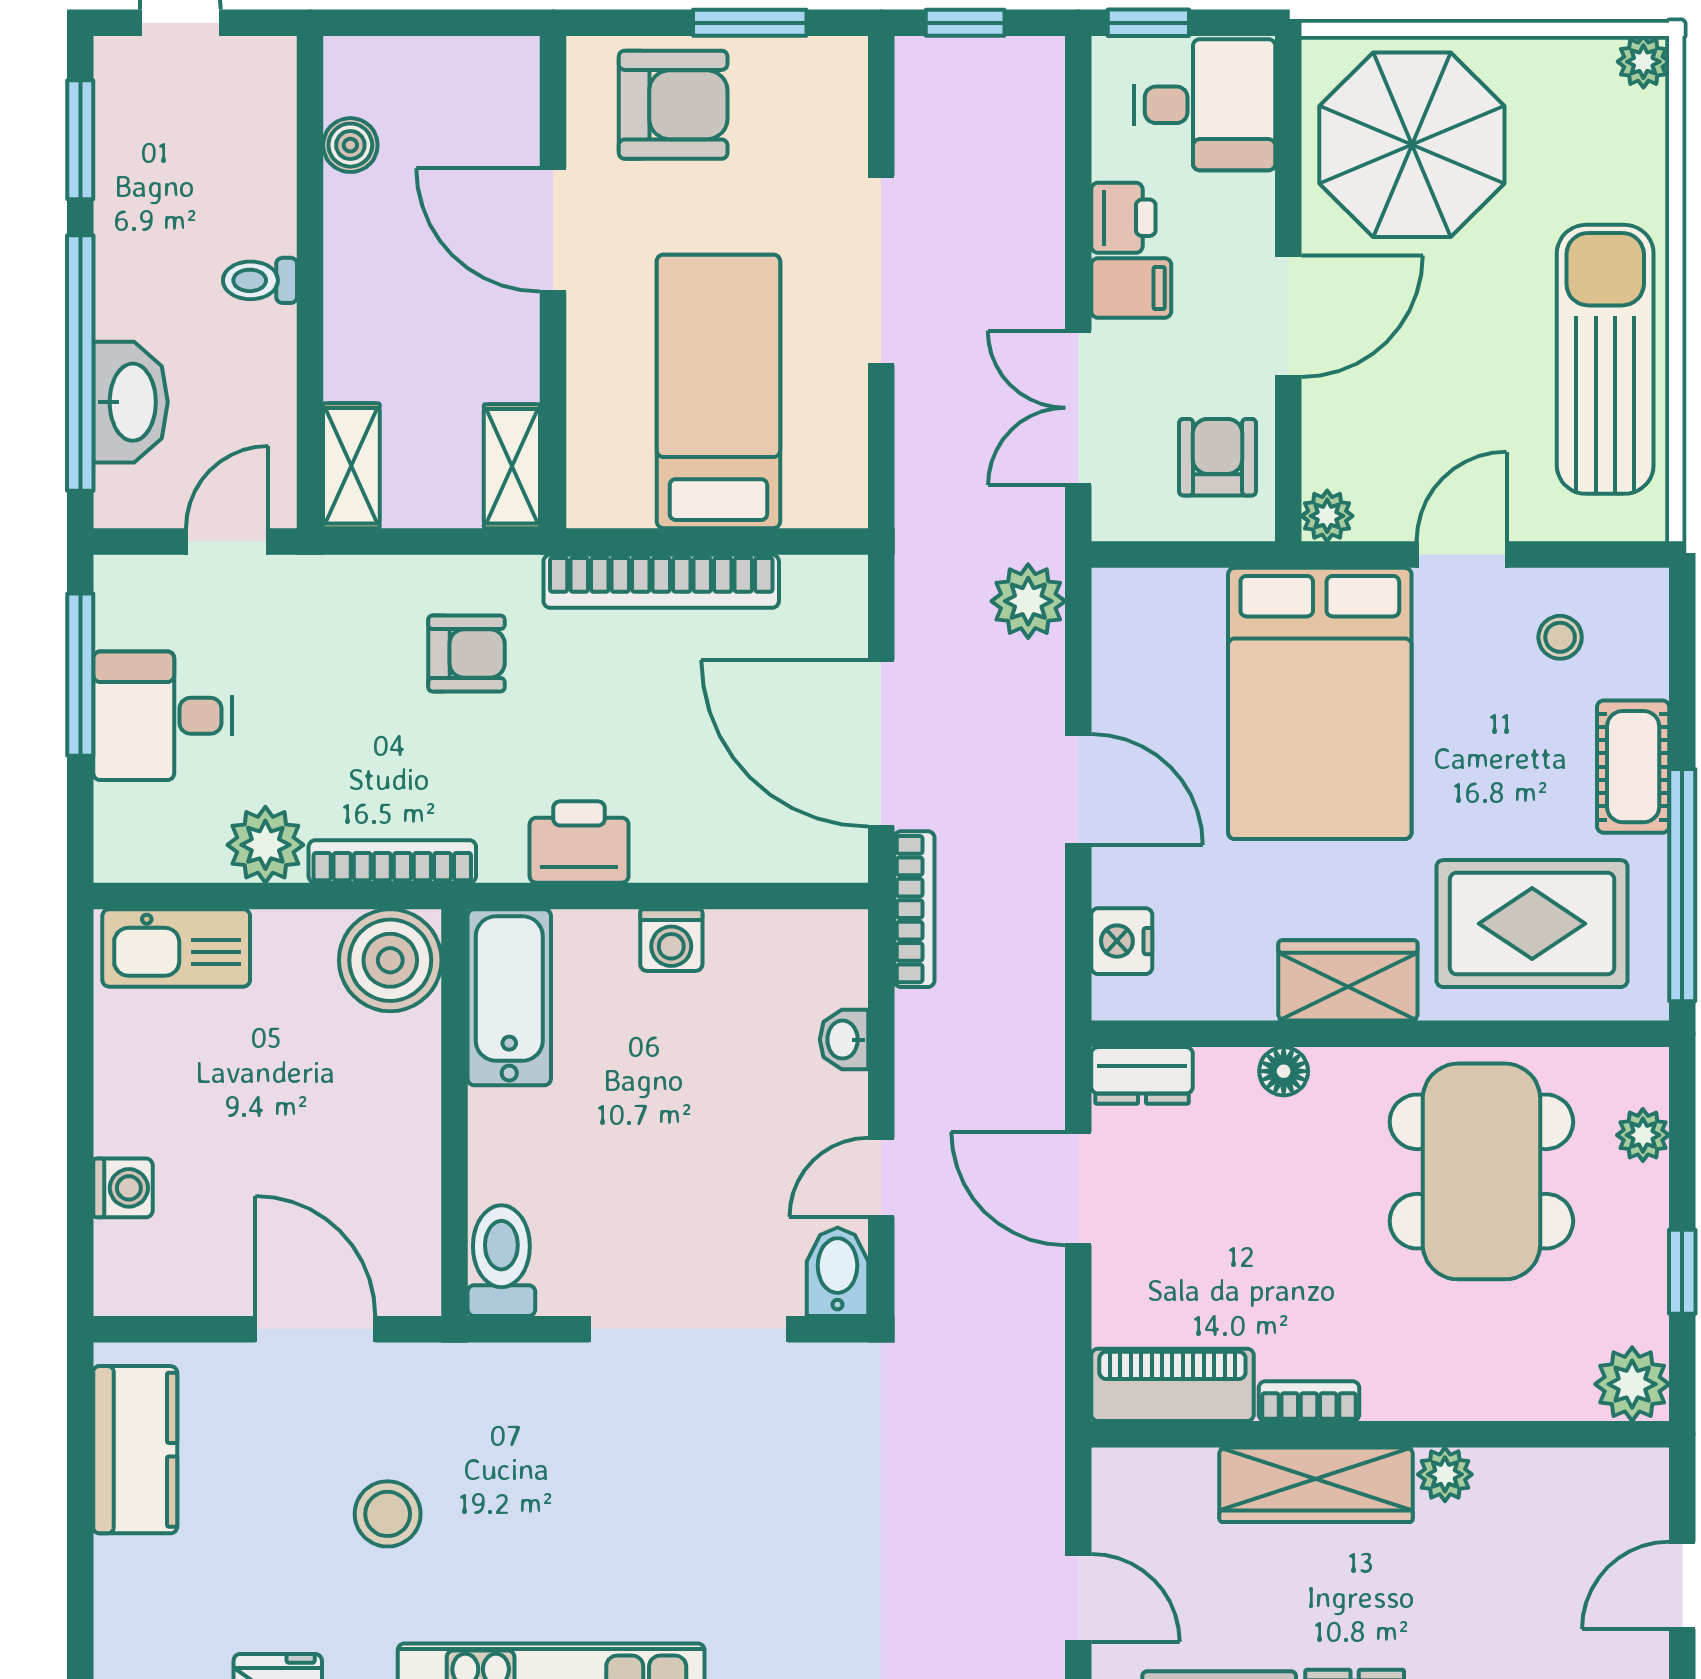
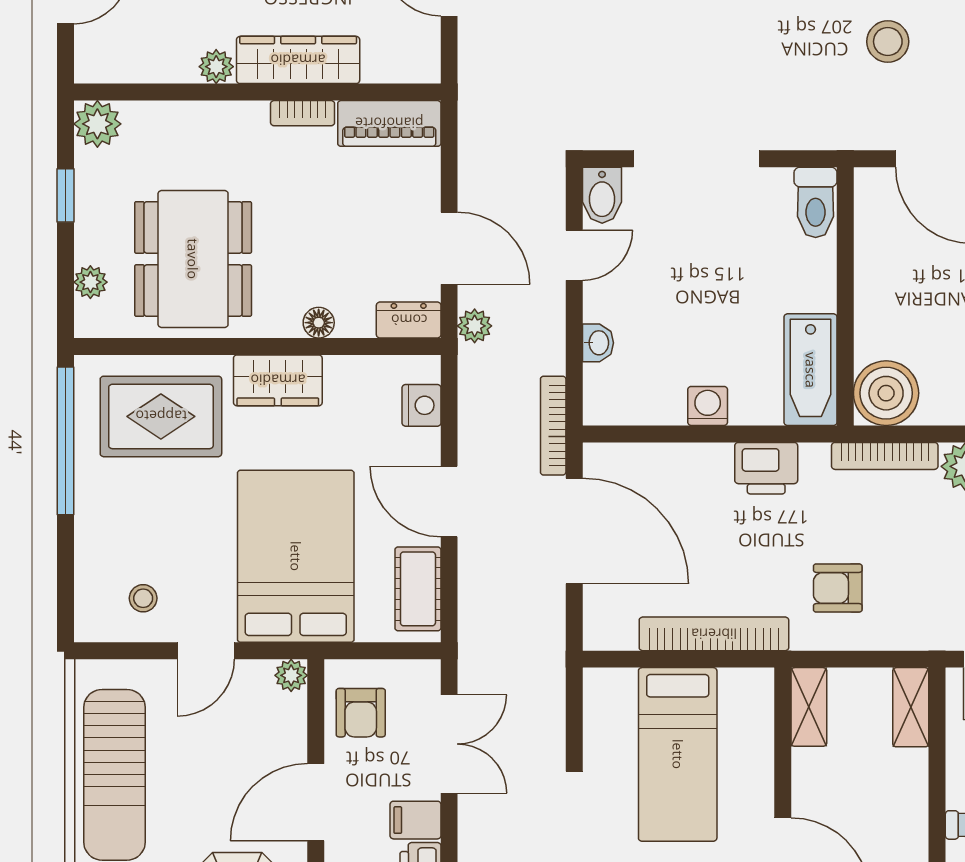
plant: (1028, 601) -> (475, 326), moved, width x0.73, depth x0.73
cot: (1633, 767) -> (418, 589), moved

